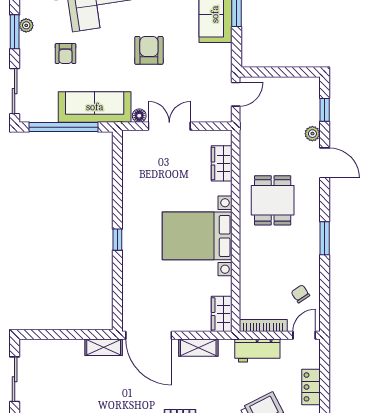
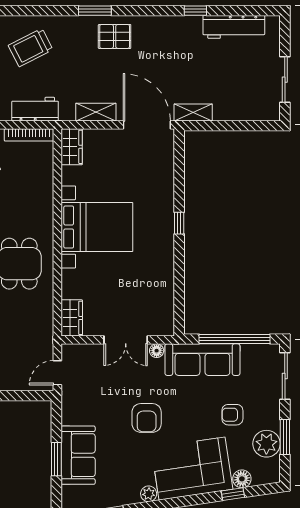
plant: (26, 25) -> (266, 444), width x1.88, depth x1.88
armchair: (66, 54) -> (232, 415), turned -90
wardrobe: (222, 163) -> (72, 318), moved

